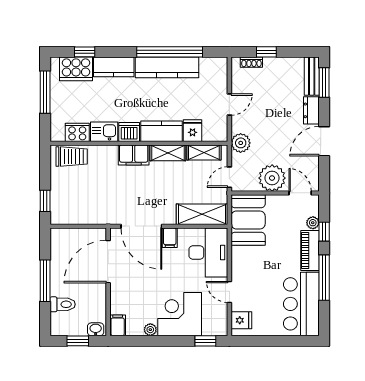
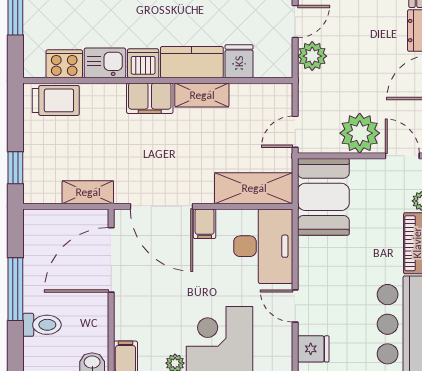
plant: (241, 143) -> (312, 56), moved
shelving: (204, 152) -> (88, 192), moved

